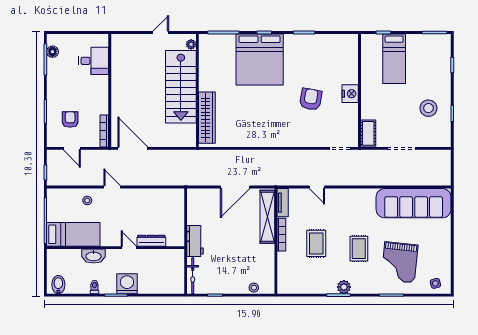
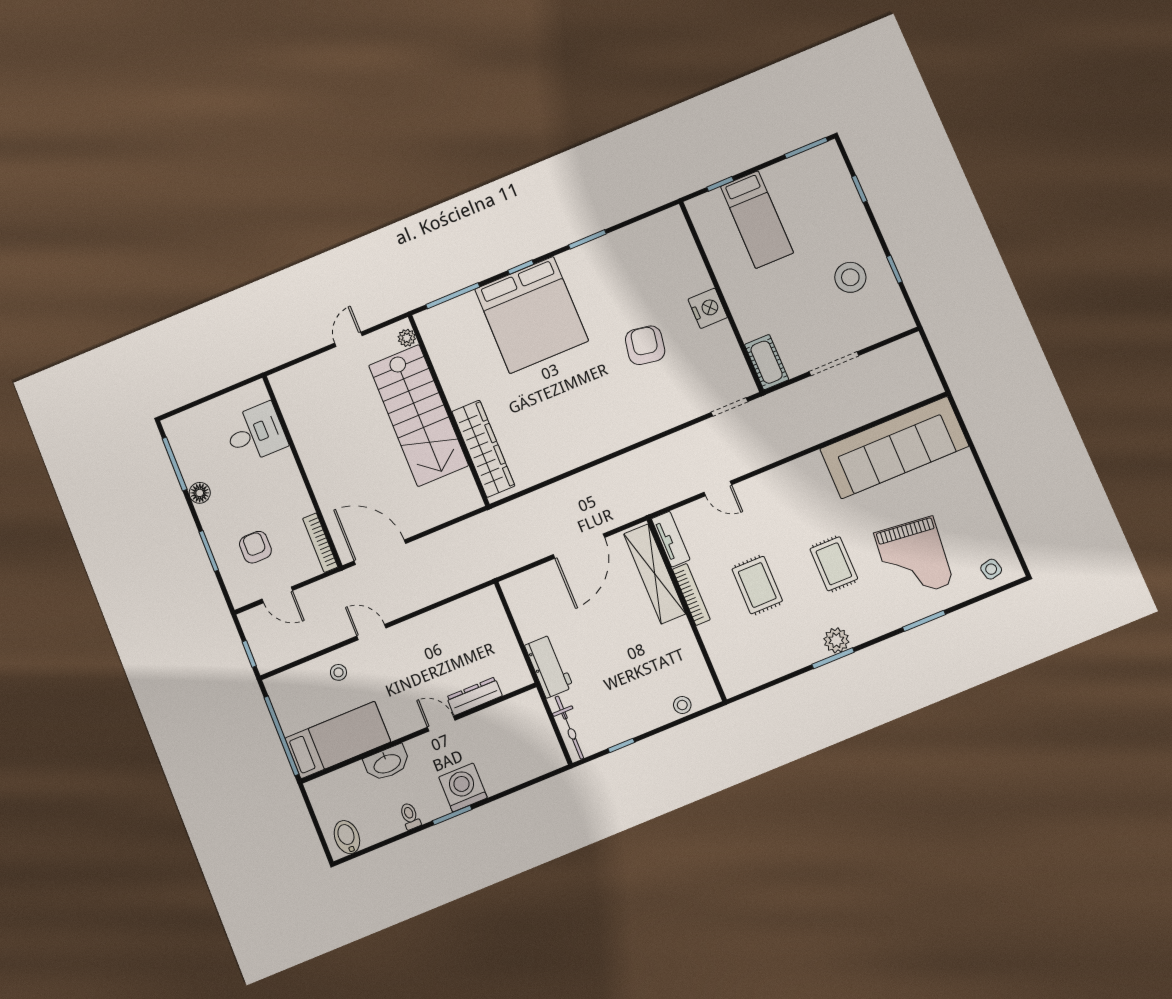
floor lamp: (52, 52) -> (200, 493), moved

